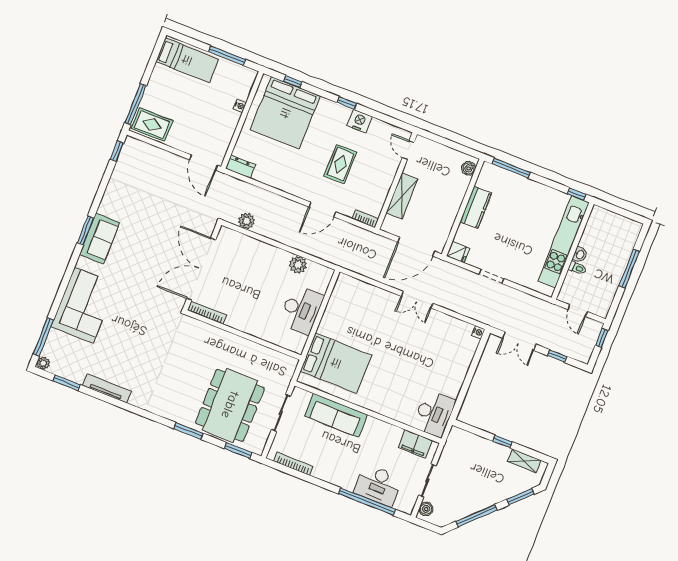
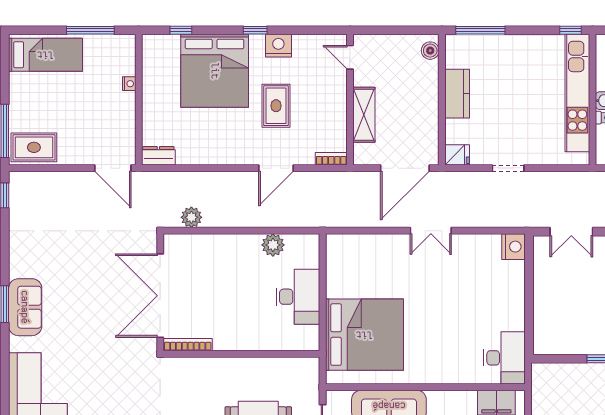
bed: (285, 113) -> (215, 71), moved
nightstand: (478, 332) -> (513, 247), width x1.89, depth x1.79
bed: (336, 363) -> (364, 335), width x1.36

